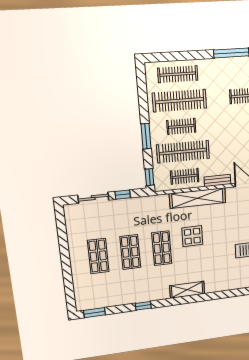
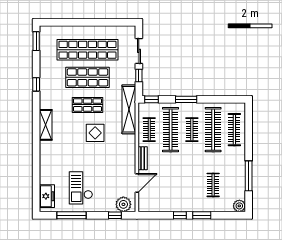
shelving: (198, 198) -> (129, 109), moved
shop shelf: (130, 252) -> (87, 77), width x1.43, depth x1.36
shop shelf: (98, 256) -> (87, 50), width x2.00, depth x1.36

